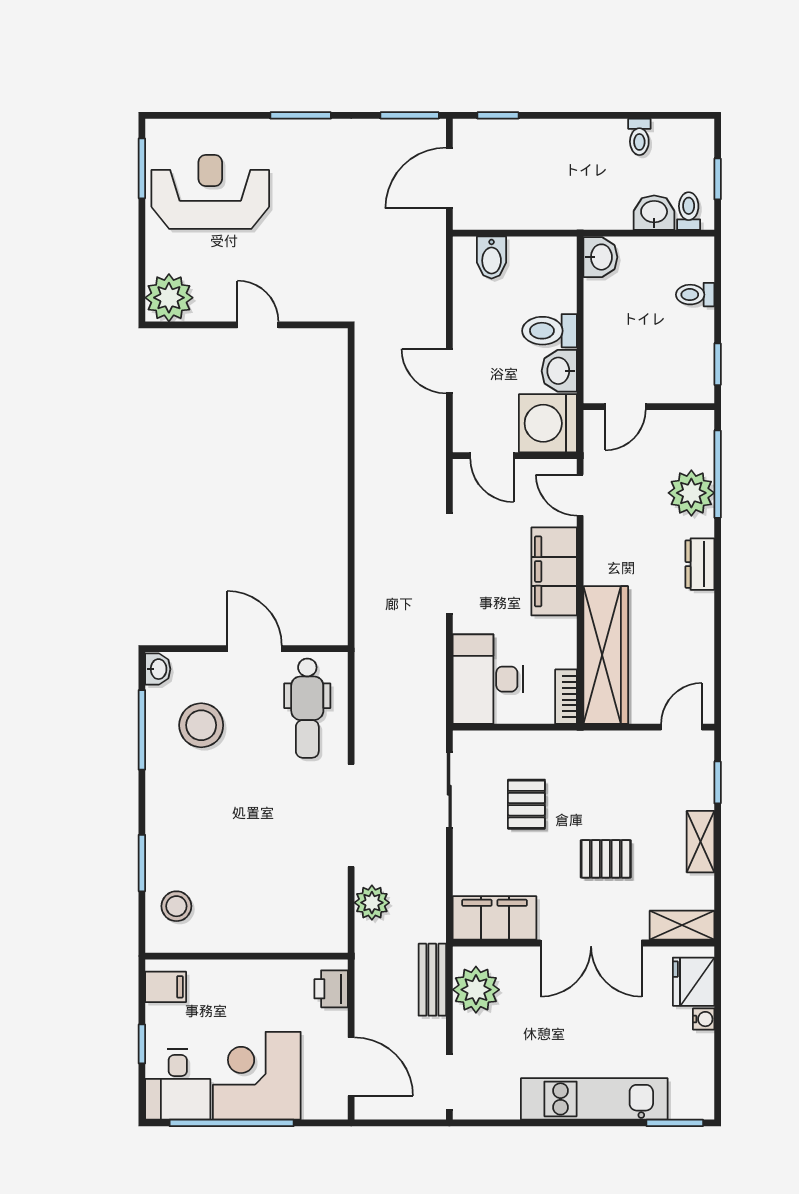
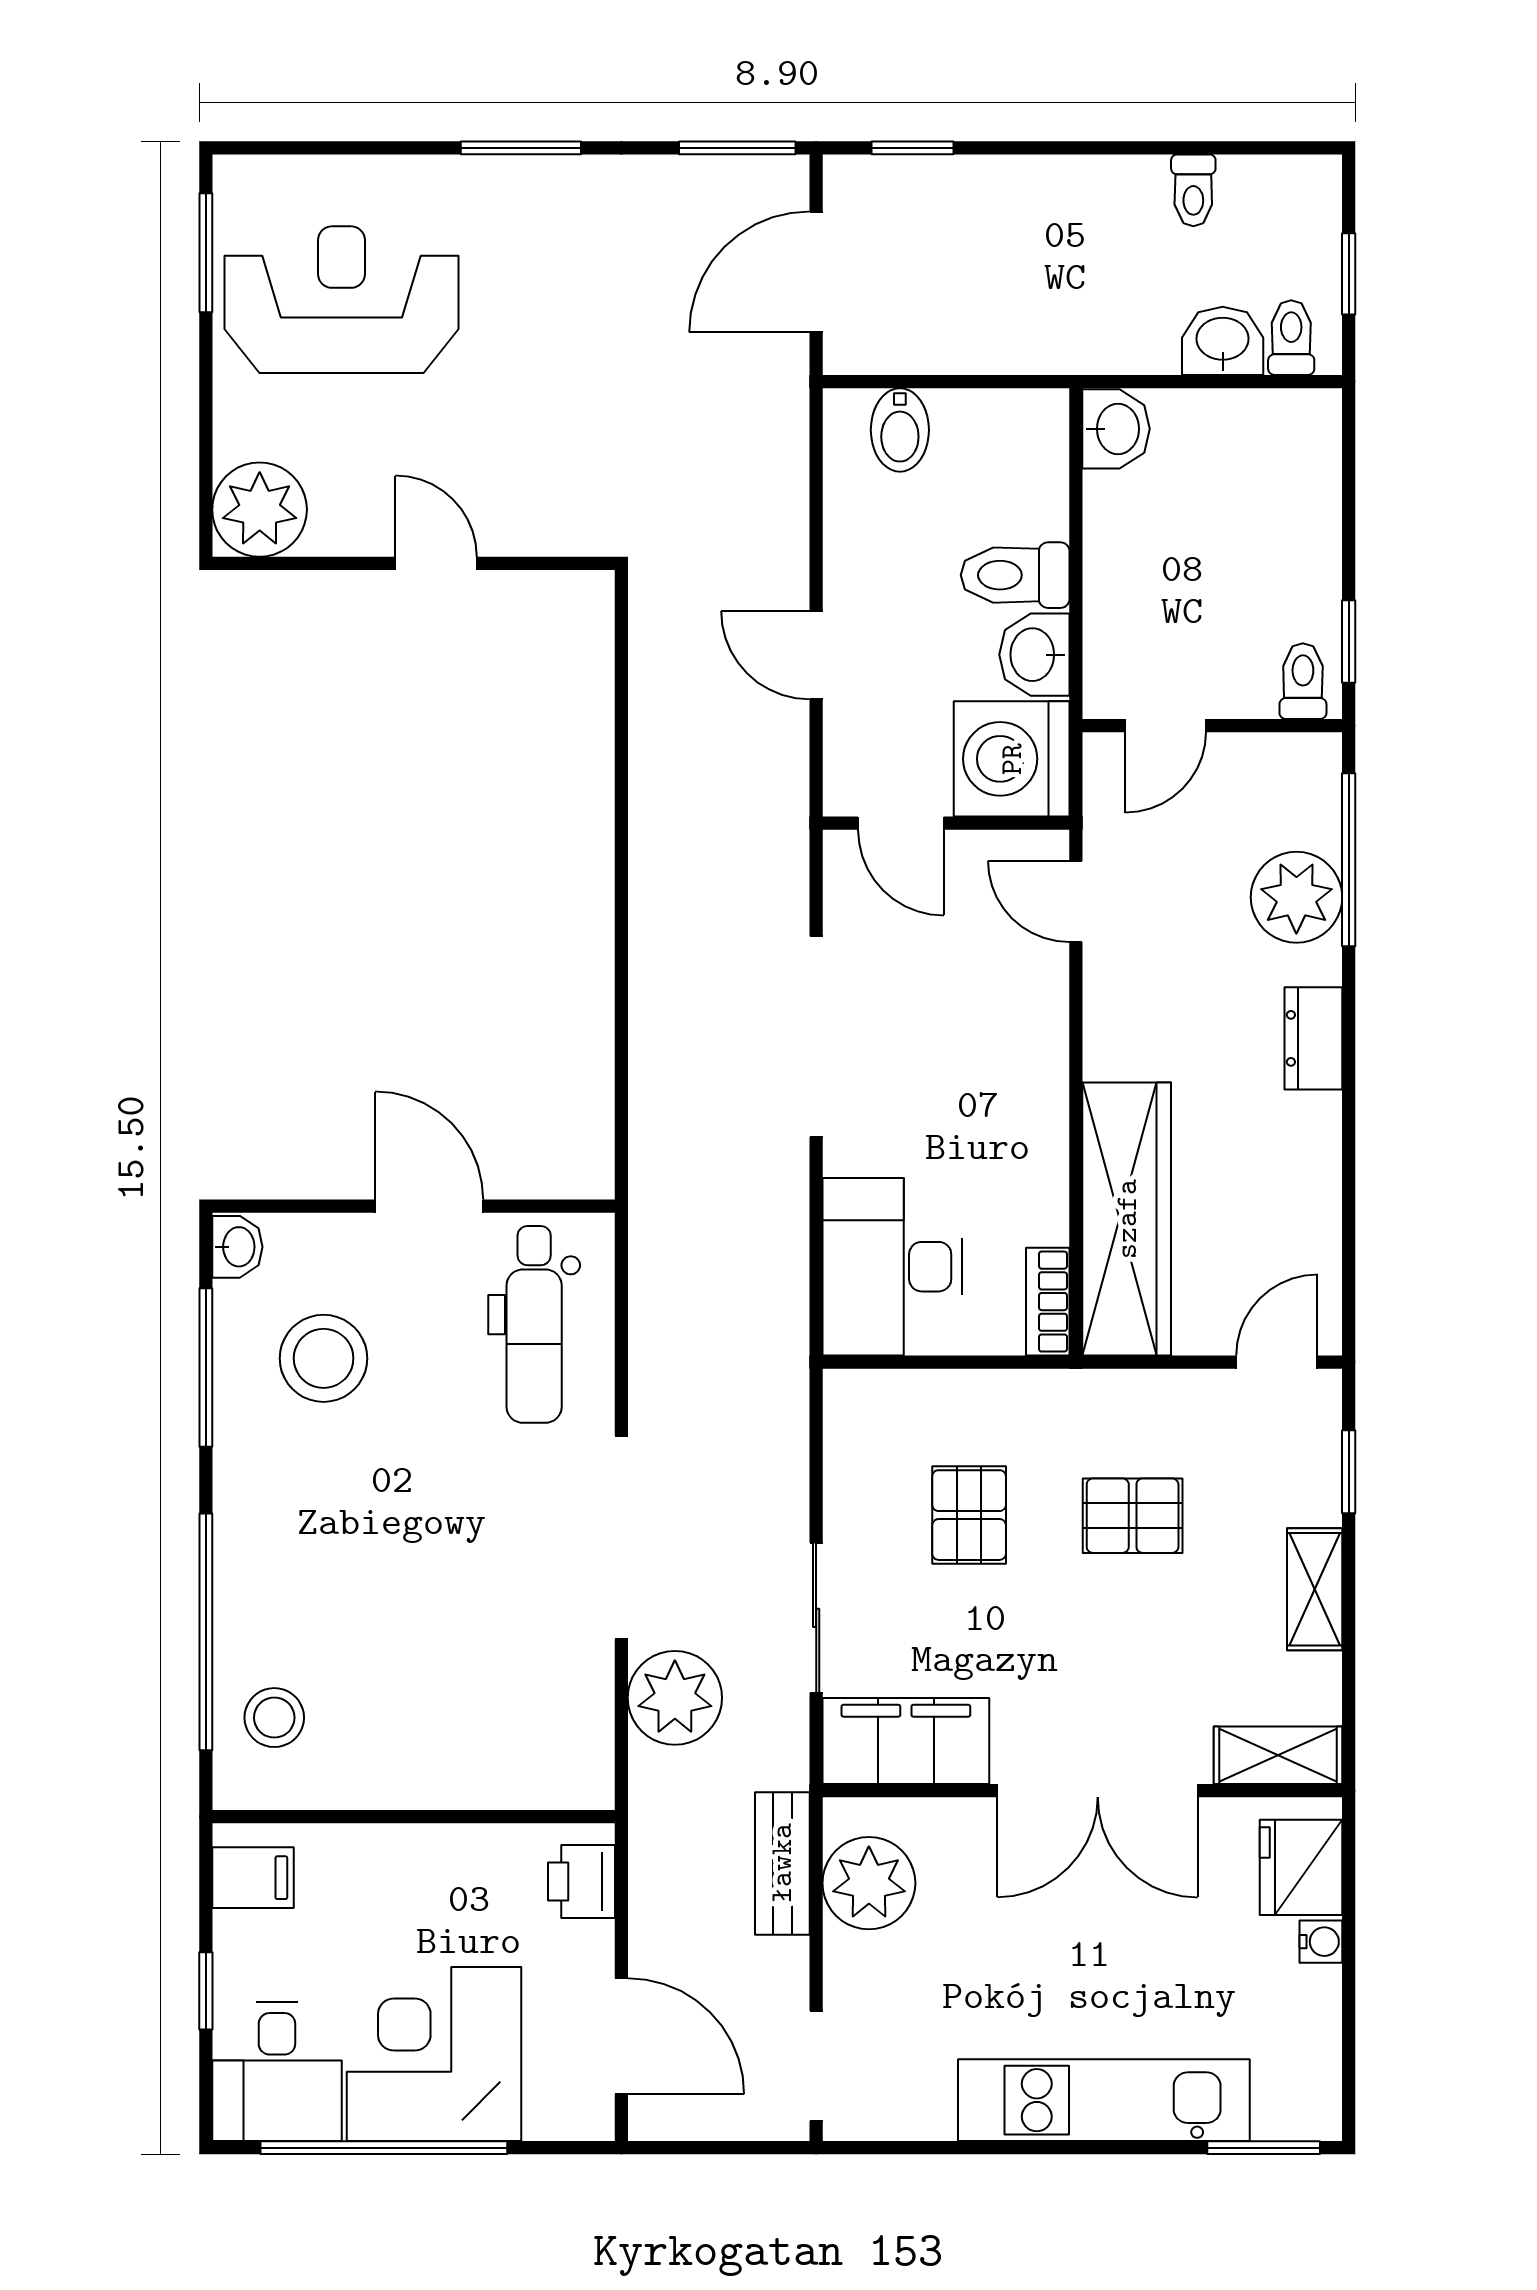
toilet: (695, 295) -> (1303, 681), moved, turned 90
filing cabinet: (554, 571) -> (1024, 1053), removed
sliding door: (449, 790) -> (816, 1618), moved
pallet: (606, 859) -> (1133, 1516), moved
window: (142, 863) -> (206, 1632), width x2.11
plant: (372, 903) -> (675, 1698), width x1.36, depth x1.36

